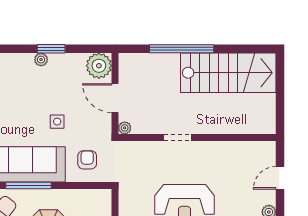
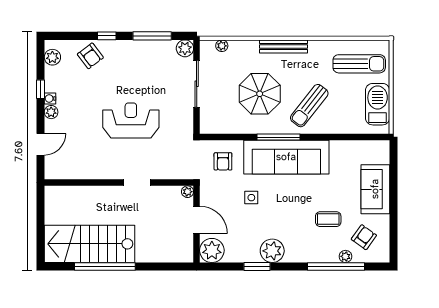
window: (182, 49) -> (105, 267), moved
plant: (41, 60) -> (272, 251), width x1.88, depth x1.88

